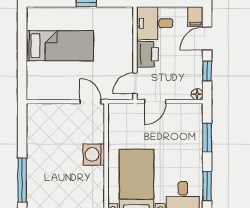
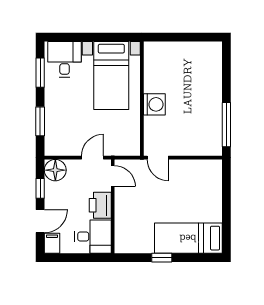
bed: (60, 46) -> (188, 238), moved
door: (135, 83) -> (113, 176), hinge flipped
floor lamp: (197, 94) -> (55, 170), width x1.89, depth x1.89
window: (22, 180) -> (226, 125), moved

